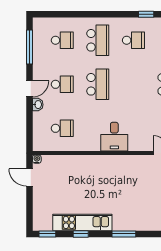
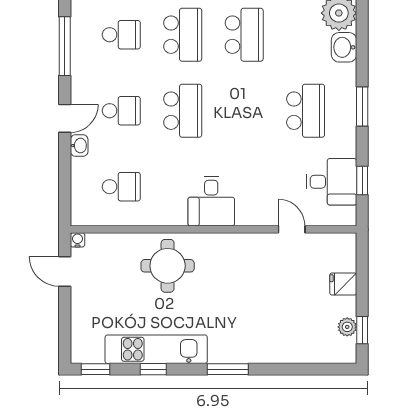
school desk: (133, 40) -> (244, 35), width x1.85
round table: (89, 174) -> (168, 266), added

